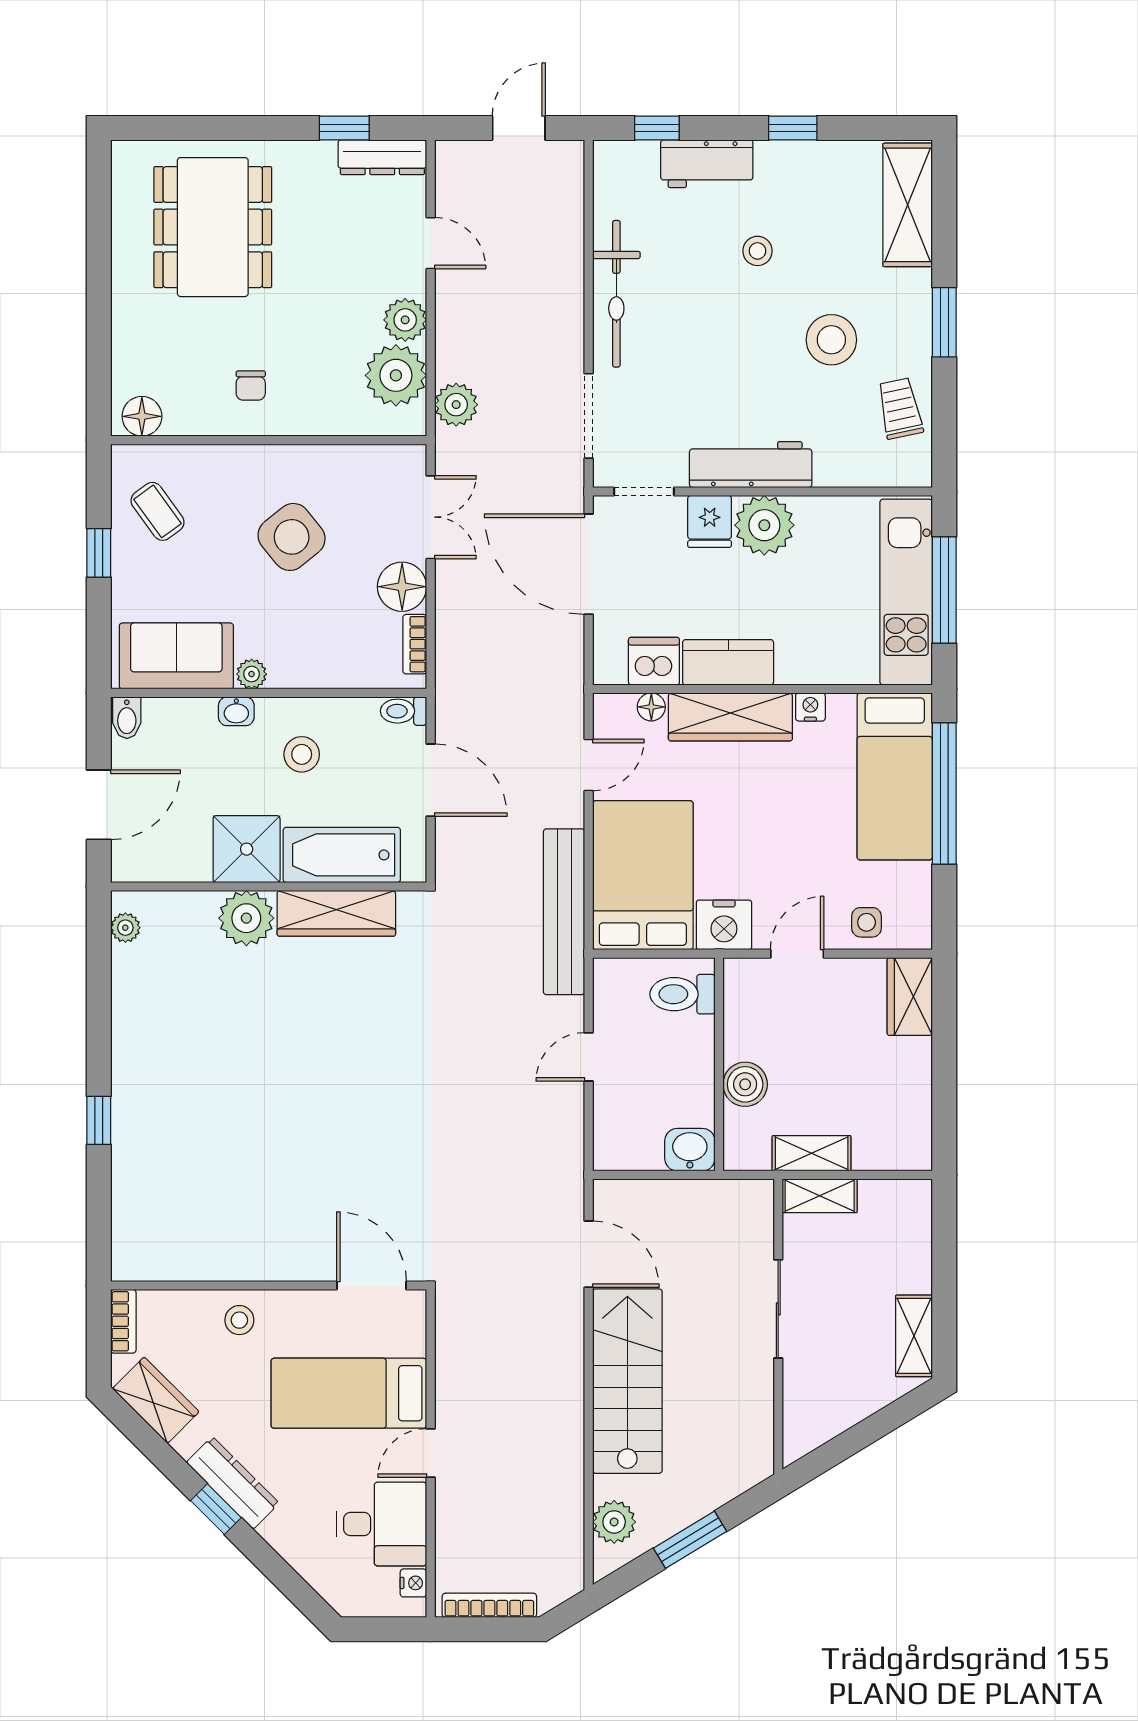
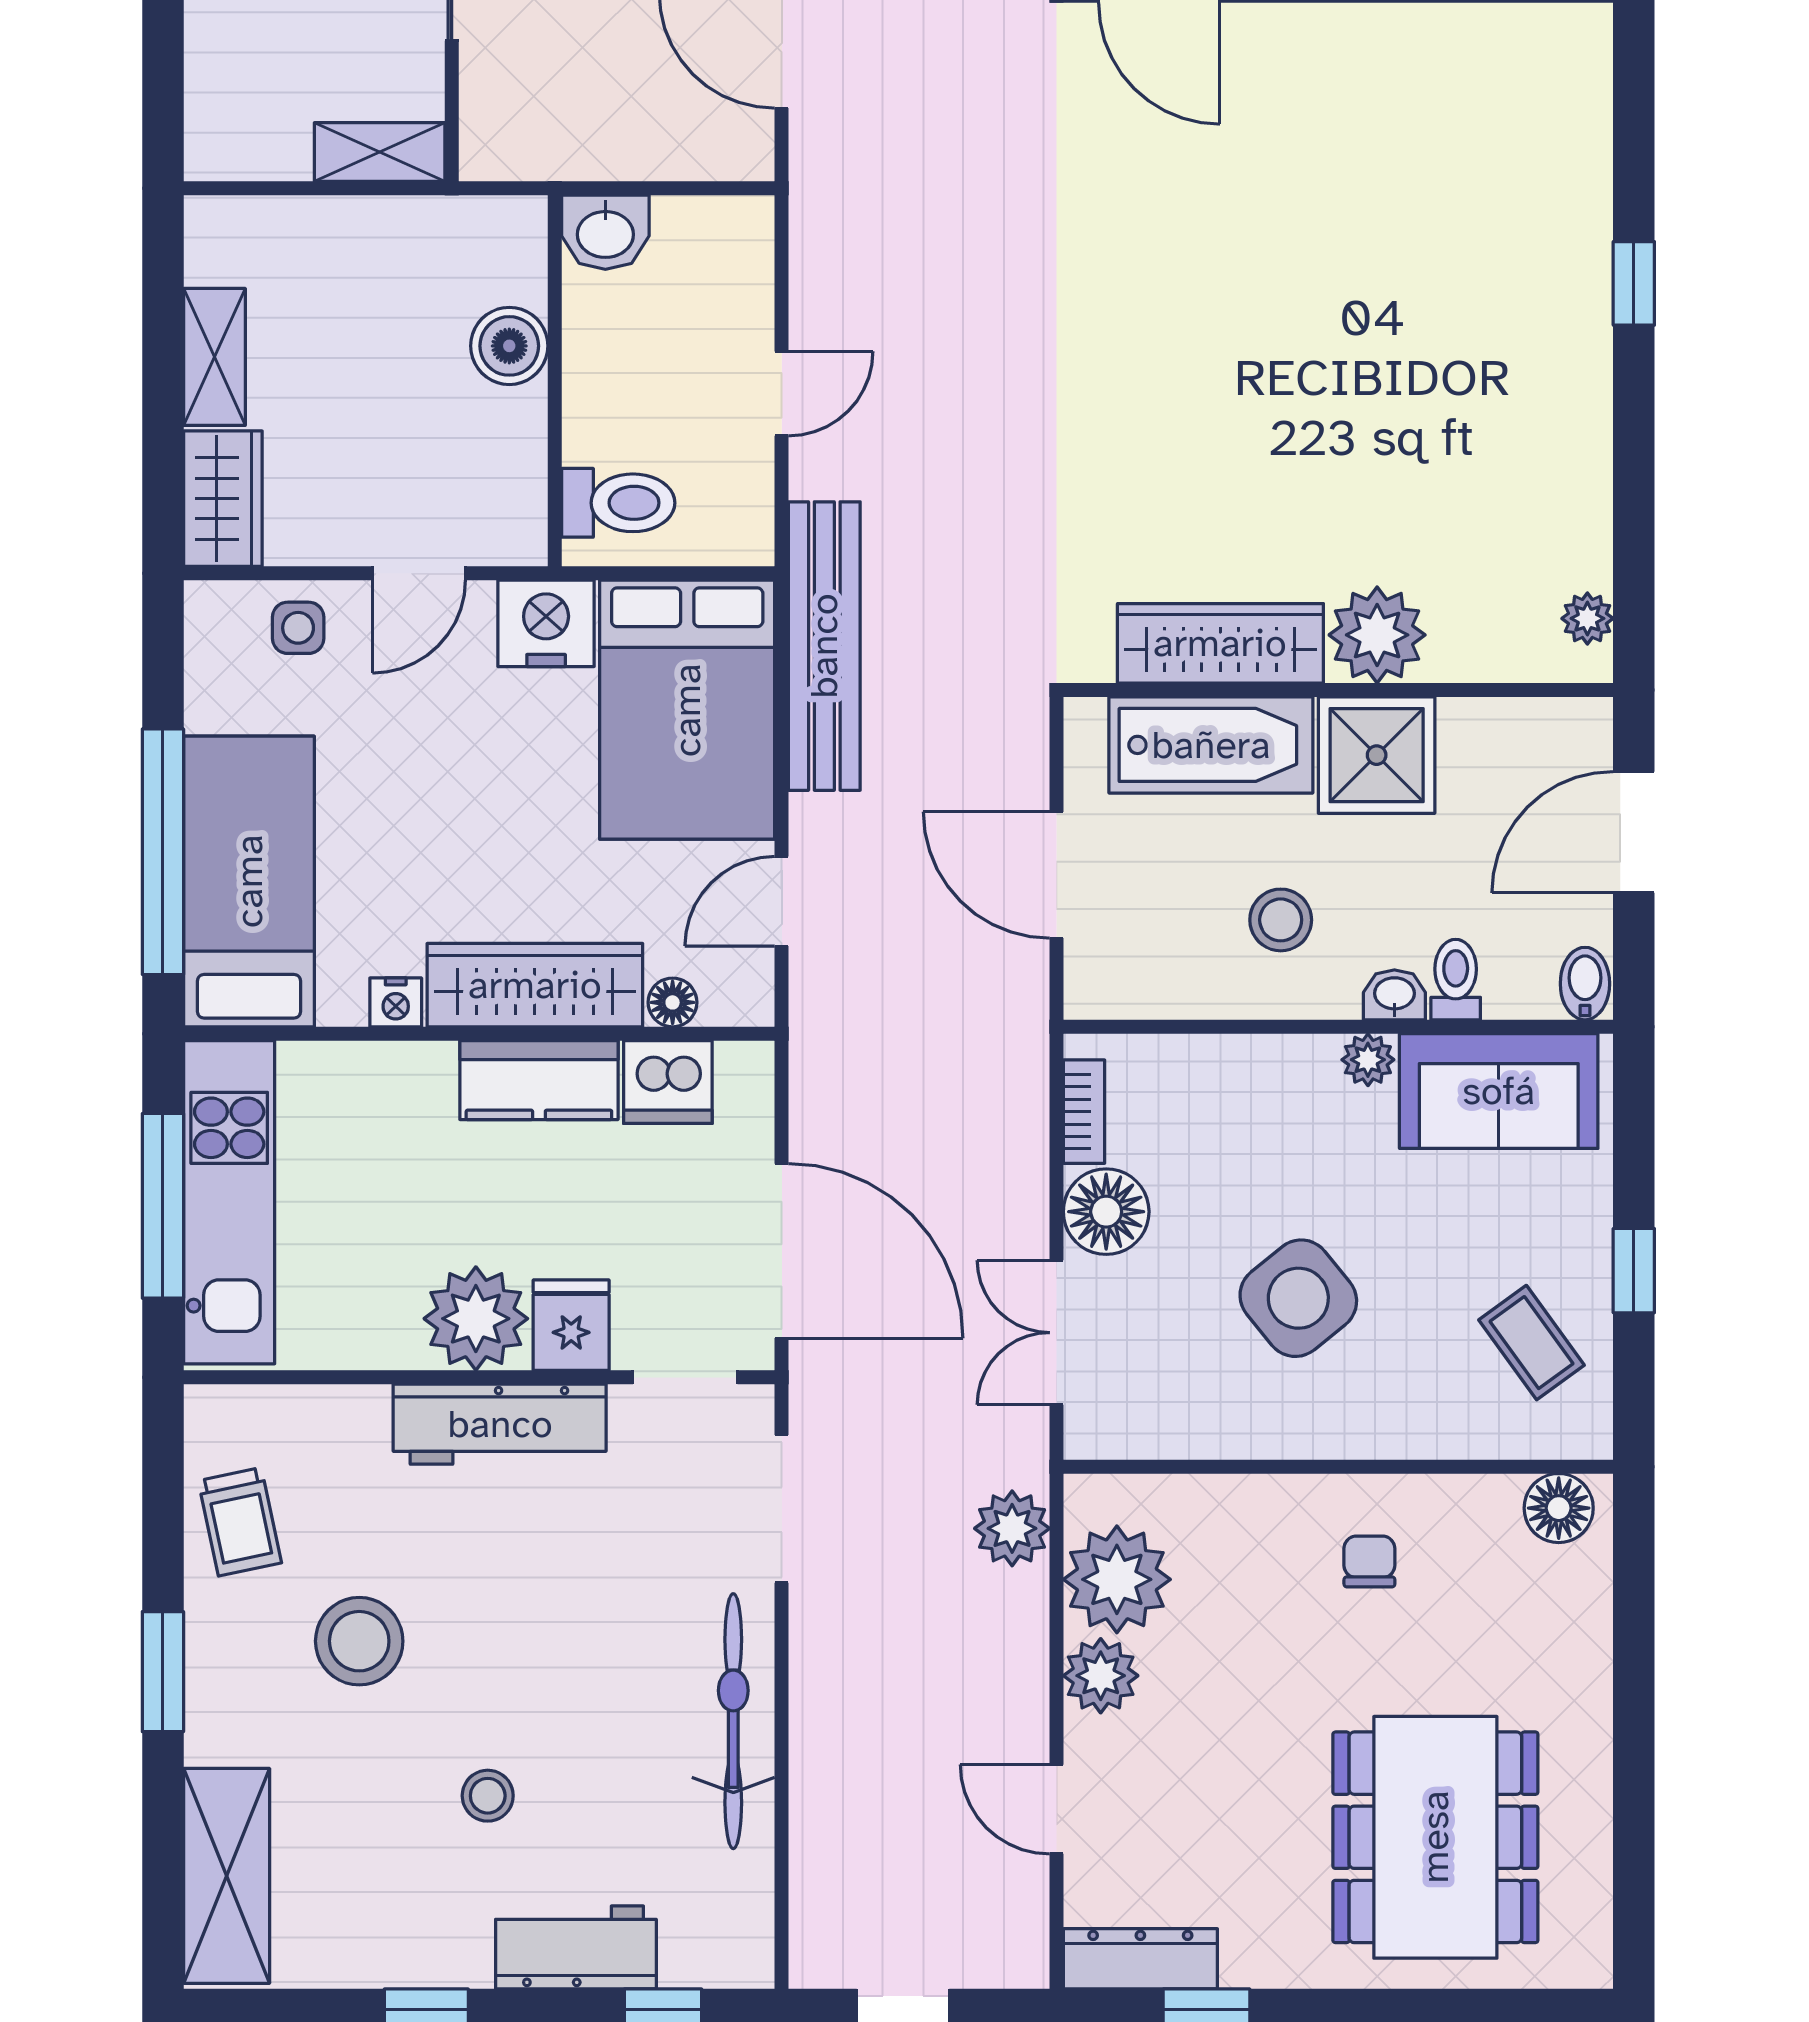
toilet: (403, 711) -> (1456, 980), moved, turned -90
shelving: (812, 1153) -> (214, 357), moved, turned 90

